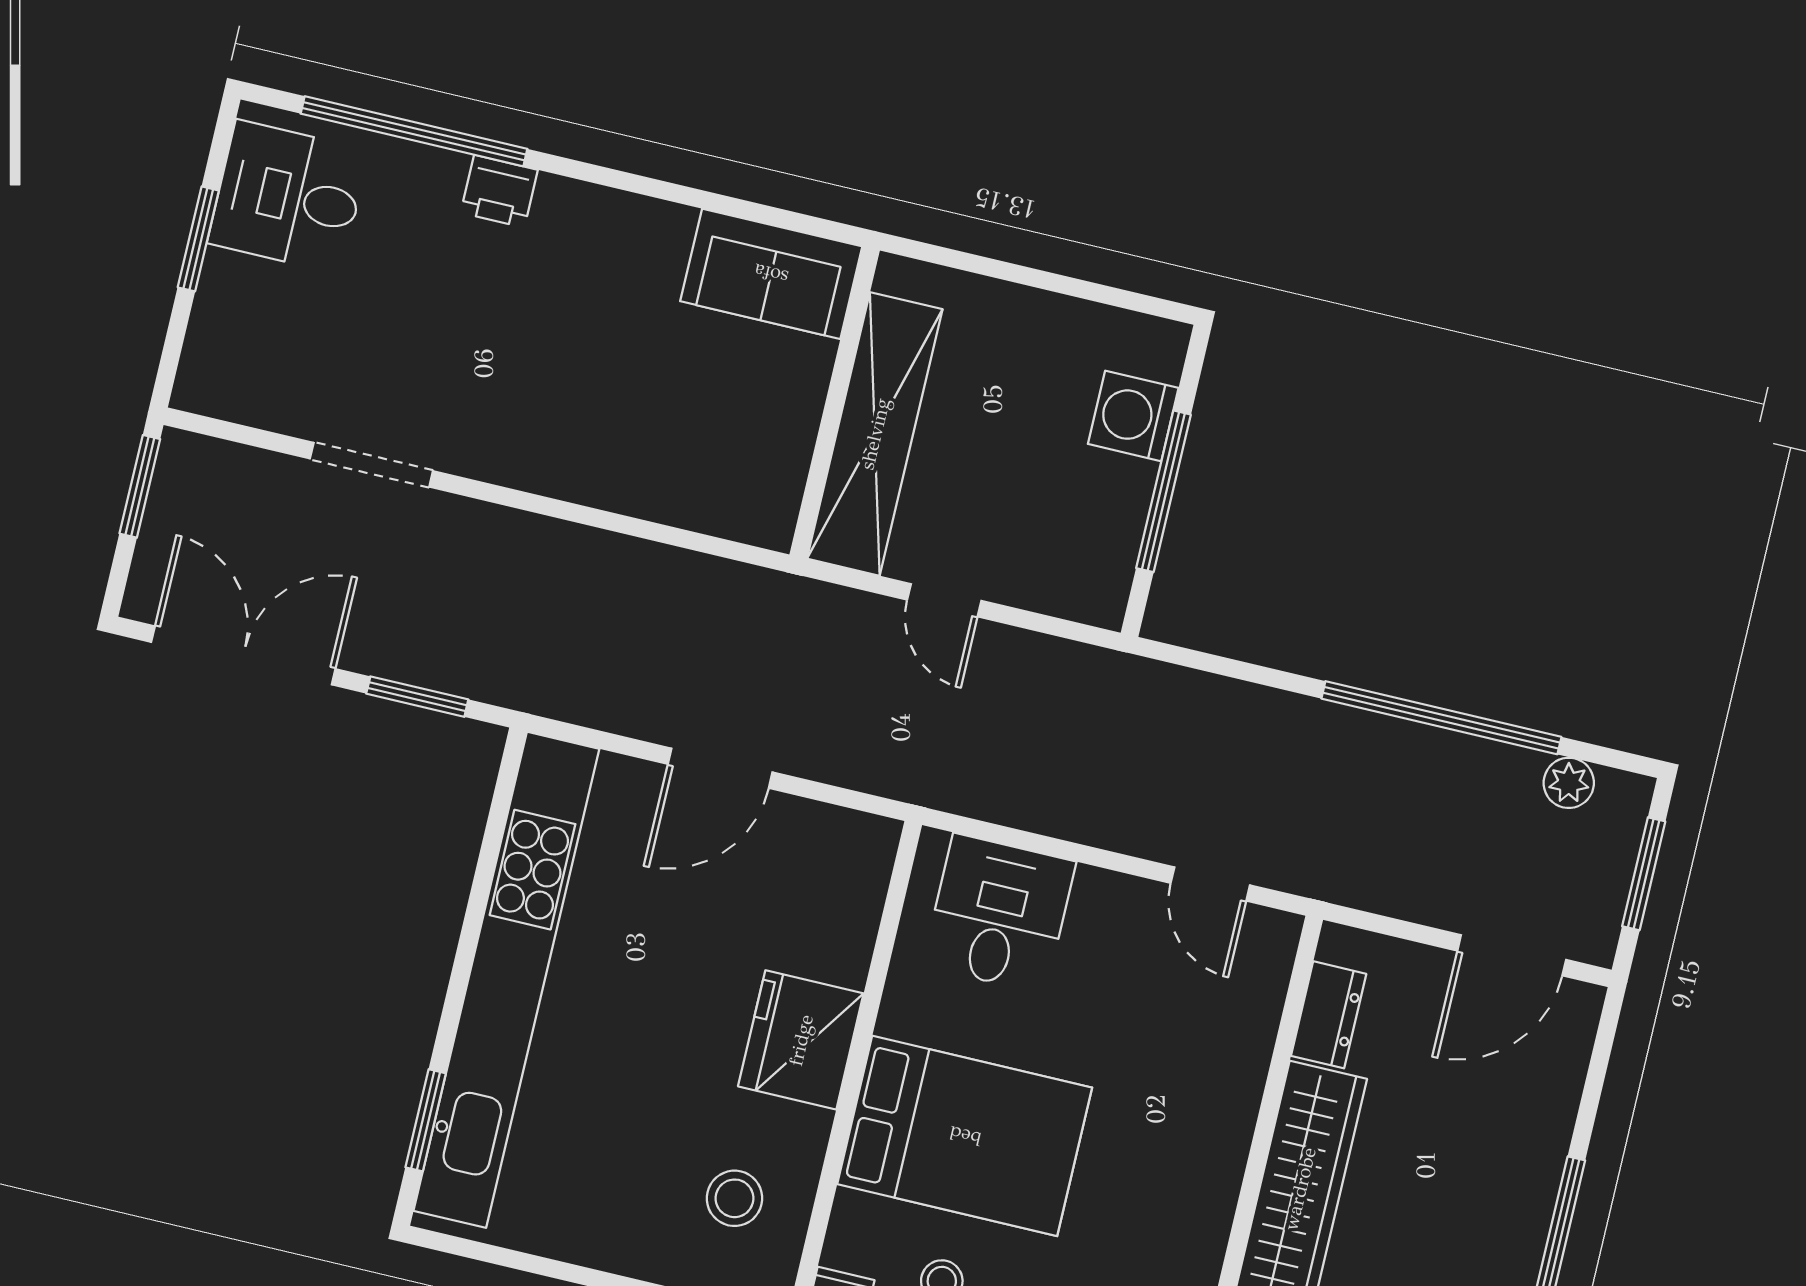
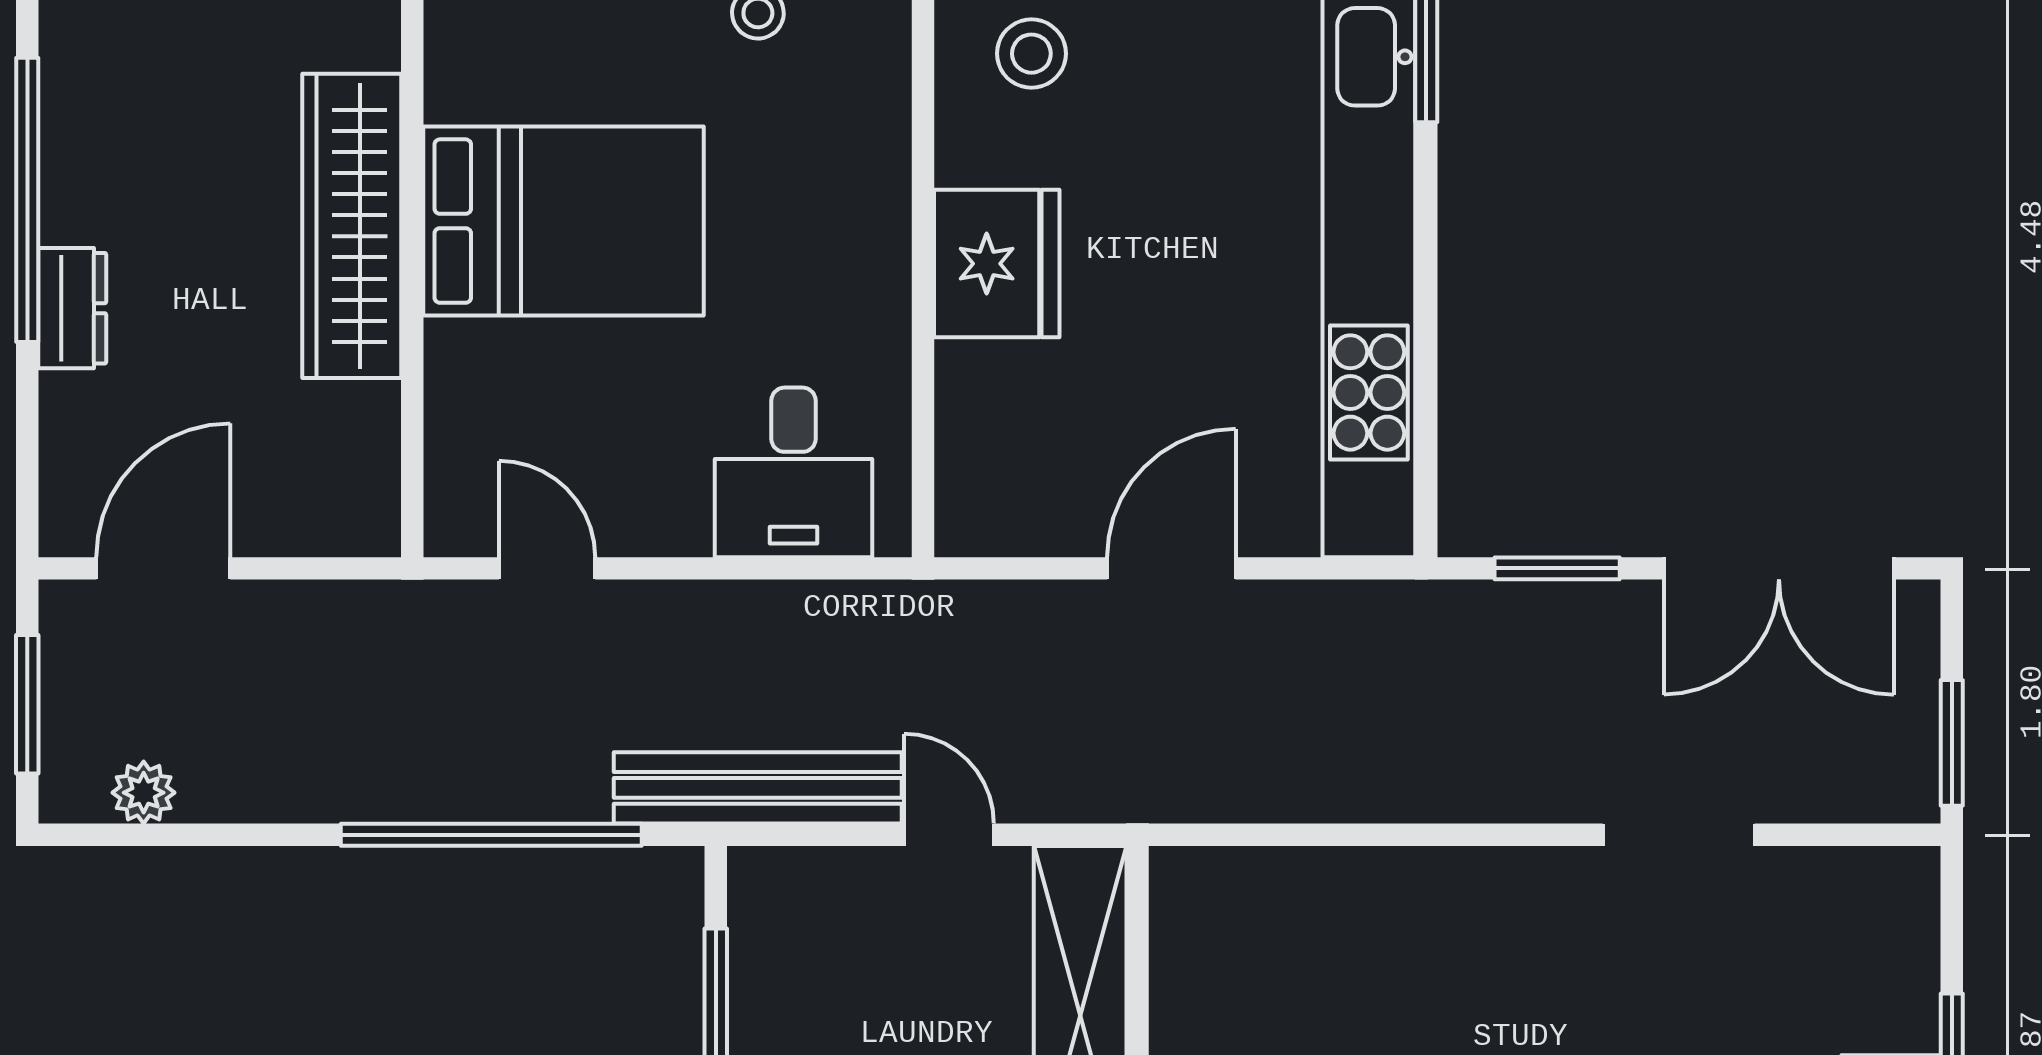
bench: (1086, 673) -> (758, 788), added
window: (1441, 718) -> (491, 835), moved
dresser: (1329, 1015) -> (72, 308), moved, turned 180
bed: (965, 1136) -> (563, 221), moved, turned 180

